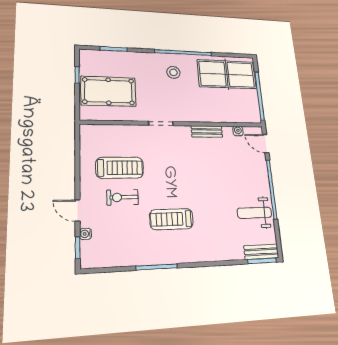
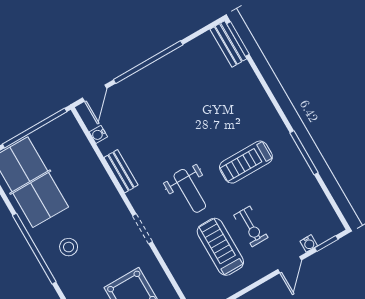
weight bench: (254, 213) -> (190, 191), moved
treadmill: (171, 219) -> (246, 162), turned 90

